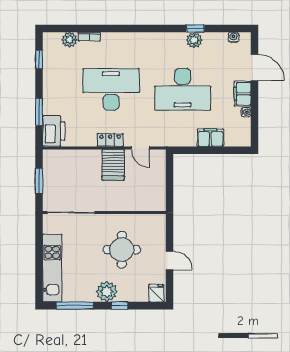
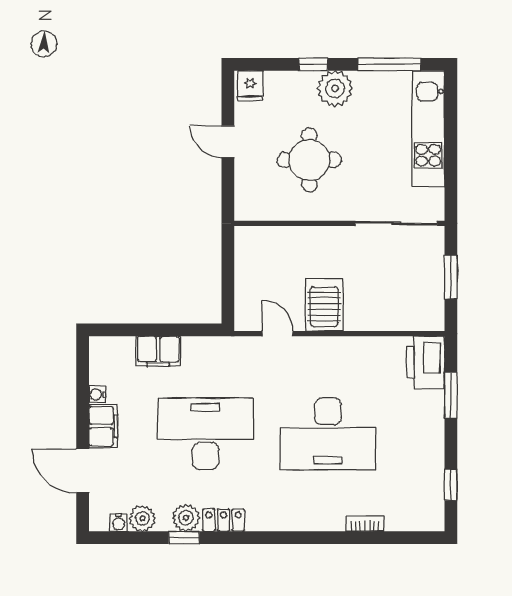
plant: (69, 40) -> (142, 518), moved
locker: (110, 140) -> (223, 520), moved, turned 180

